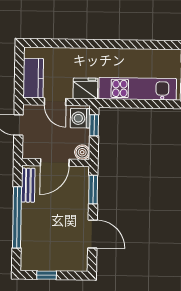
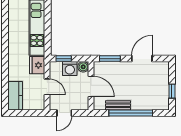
kitchen counter: (33, 78) -> (15, 96), moved, turned 90
door: (55, 102) -> (47, 87), hinge flipped
washing machine: (80, 118) -> (70, 69), moved
bench: (28, 185) -> (118, 105), moved

